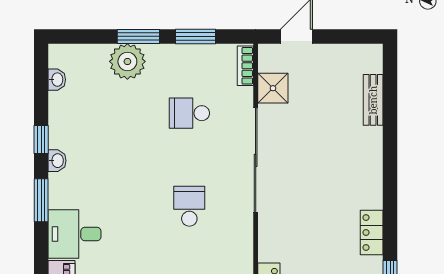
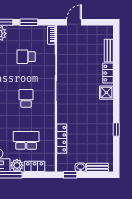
shower: (273, 88) -> (106, 93), moved
locker: (372, 233) -> (108, 73), moved

